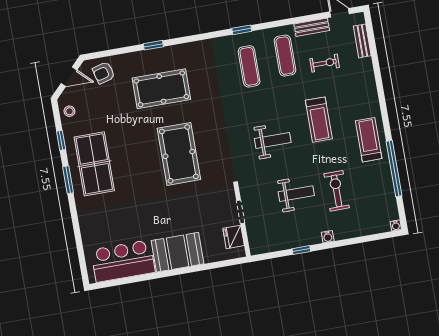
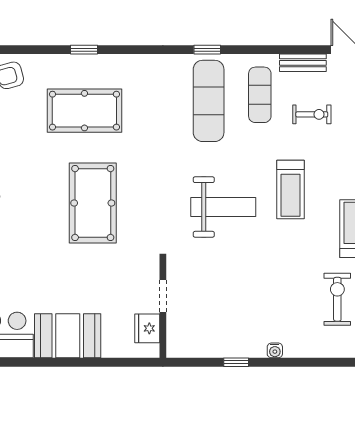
exercise mat: (249, 66) -> (209, 101), width x1.36, depth x1.45
weight bench: (273, 140) -> (223, 207), width x1.36, depth x1.33
exercise bike: (337, 191) -> (337, 299), moved
weight bench: (296, 194) -> (242, 285), removed

